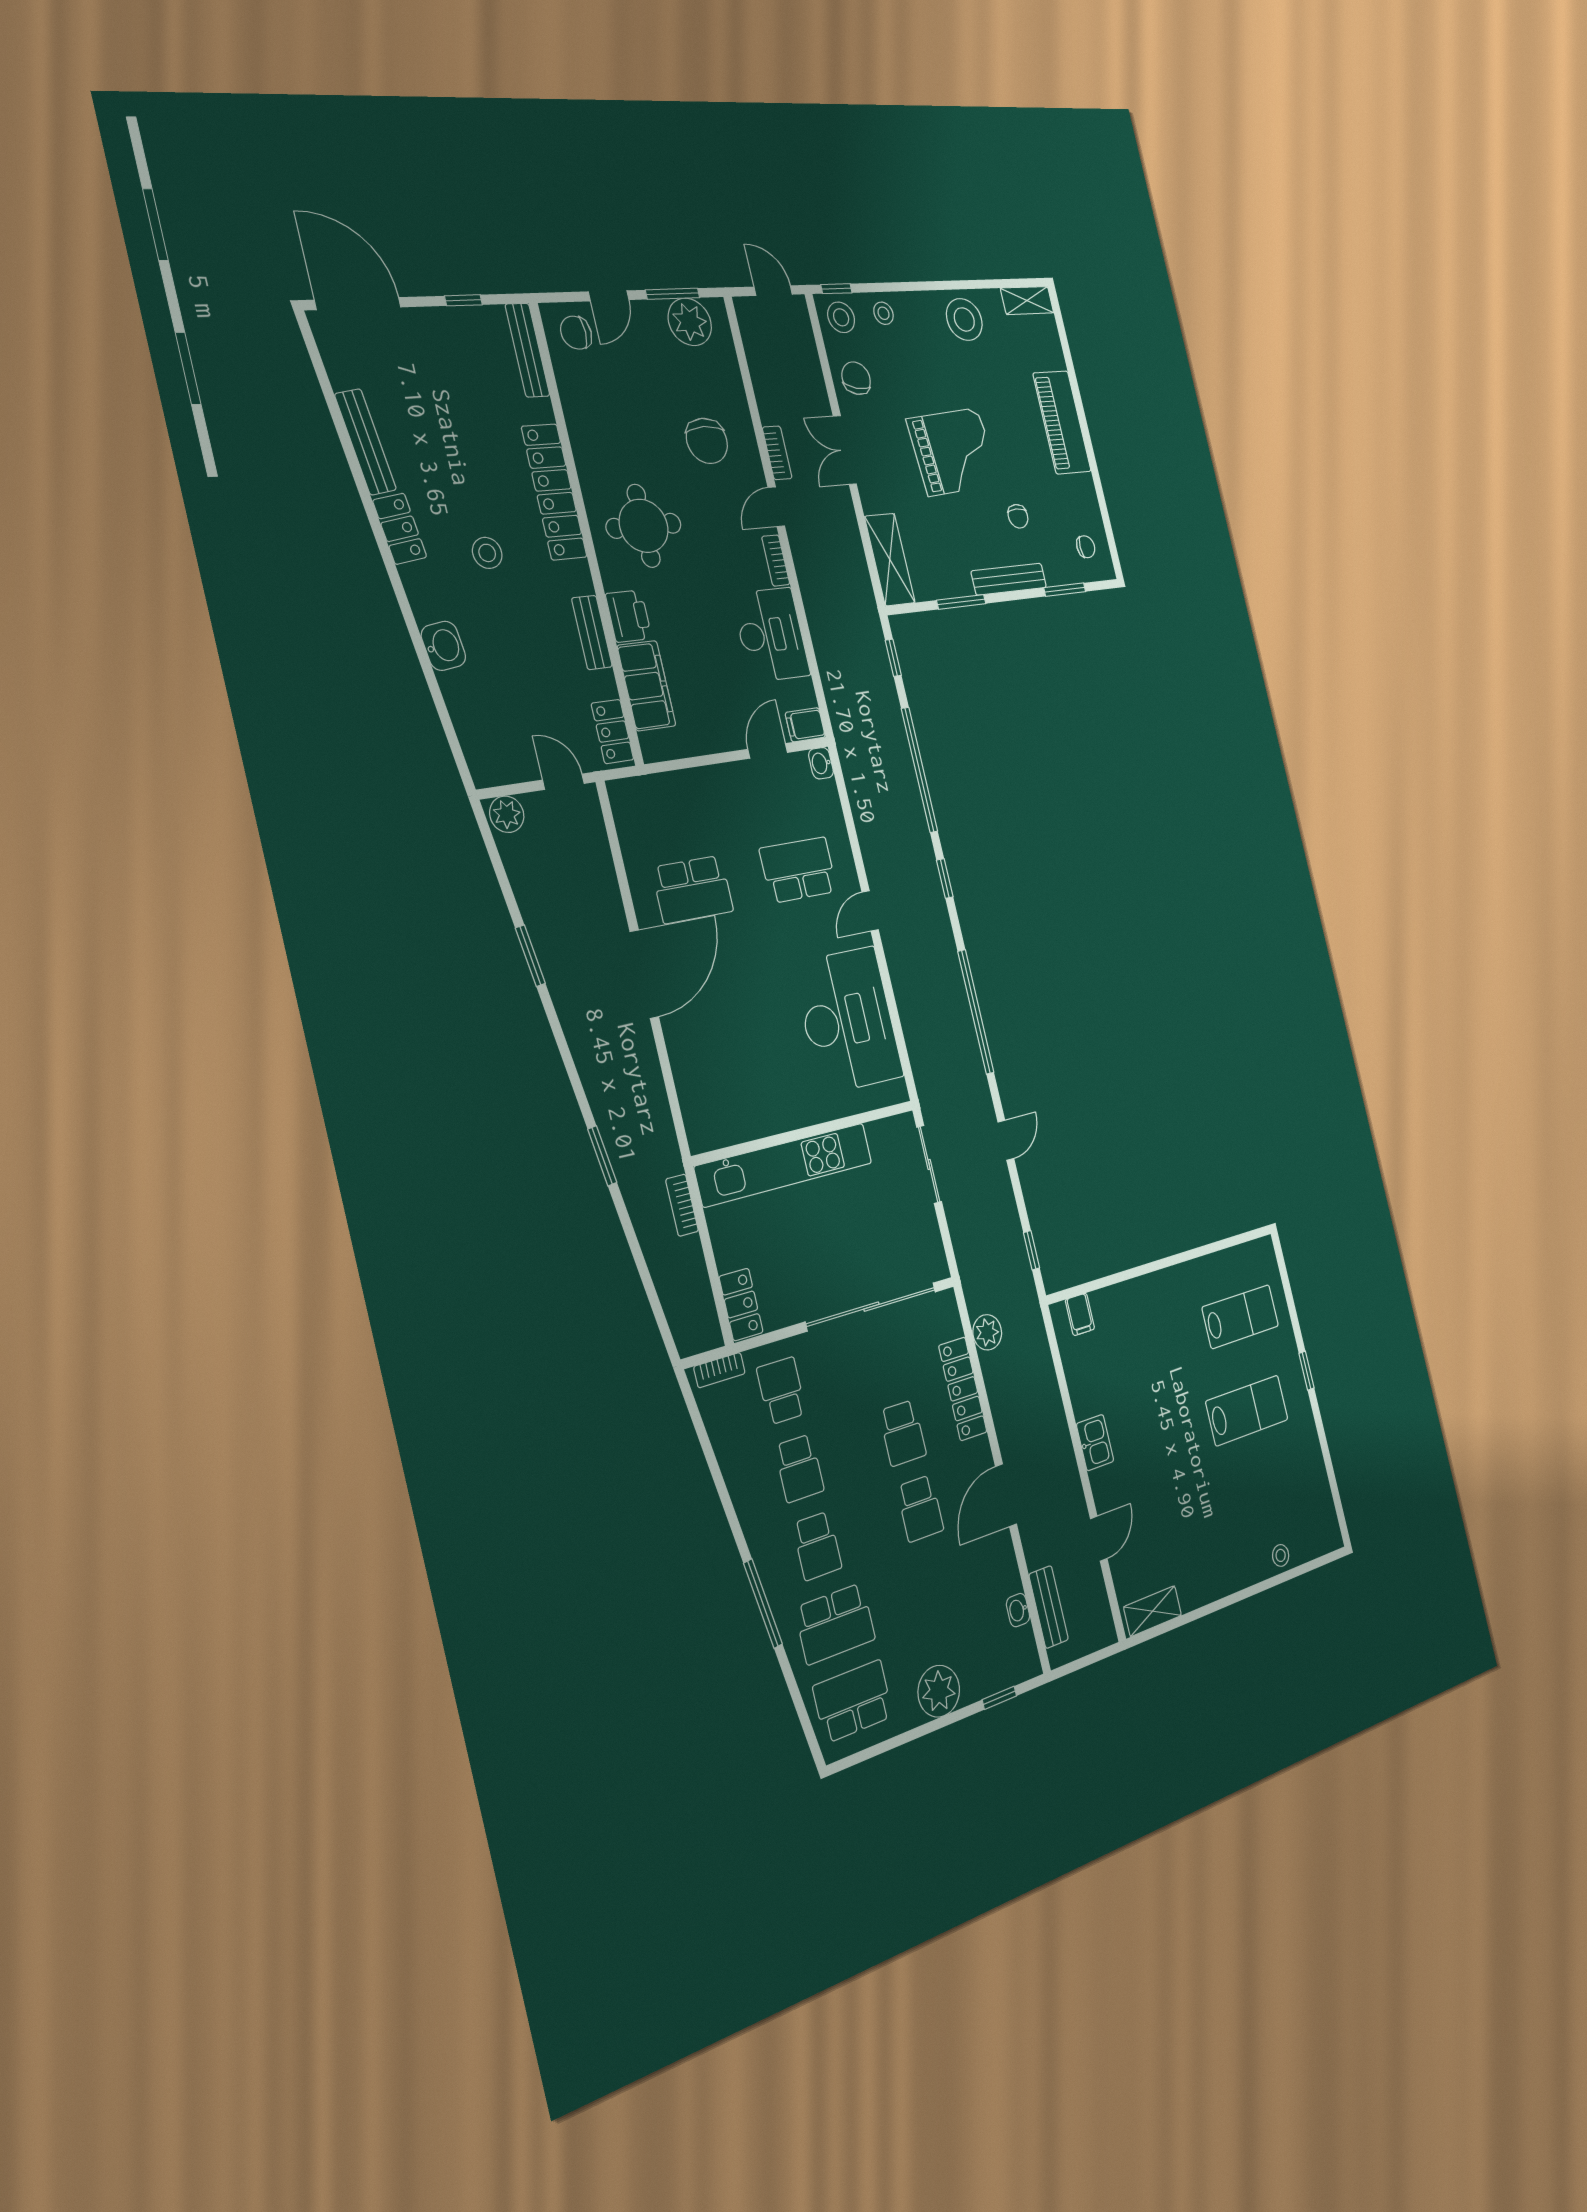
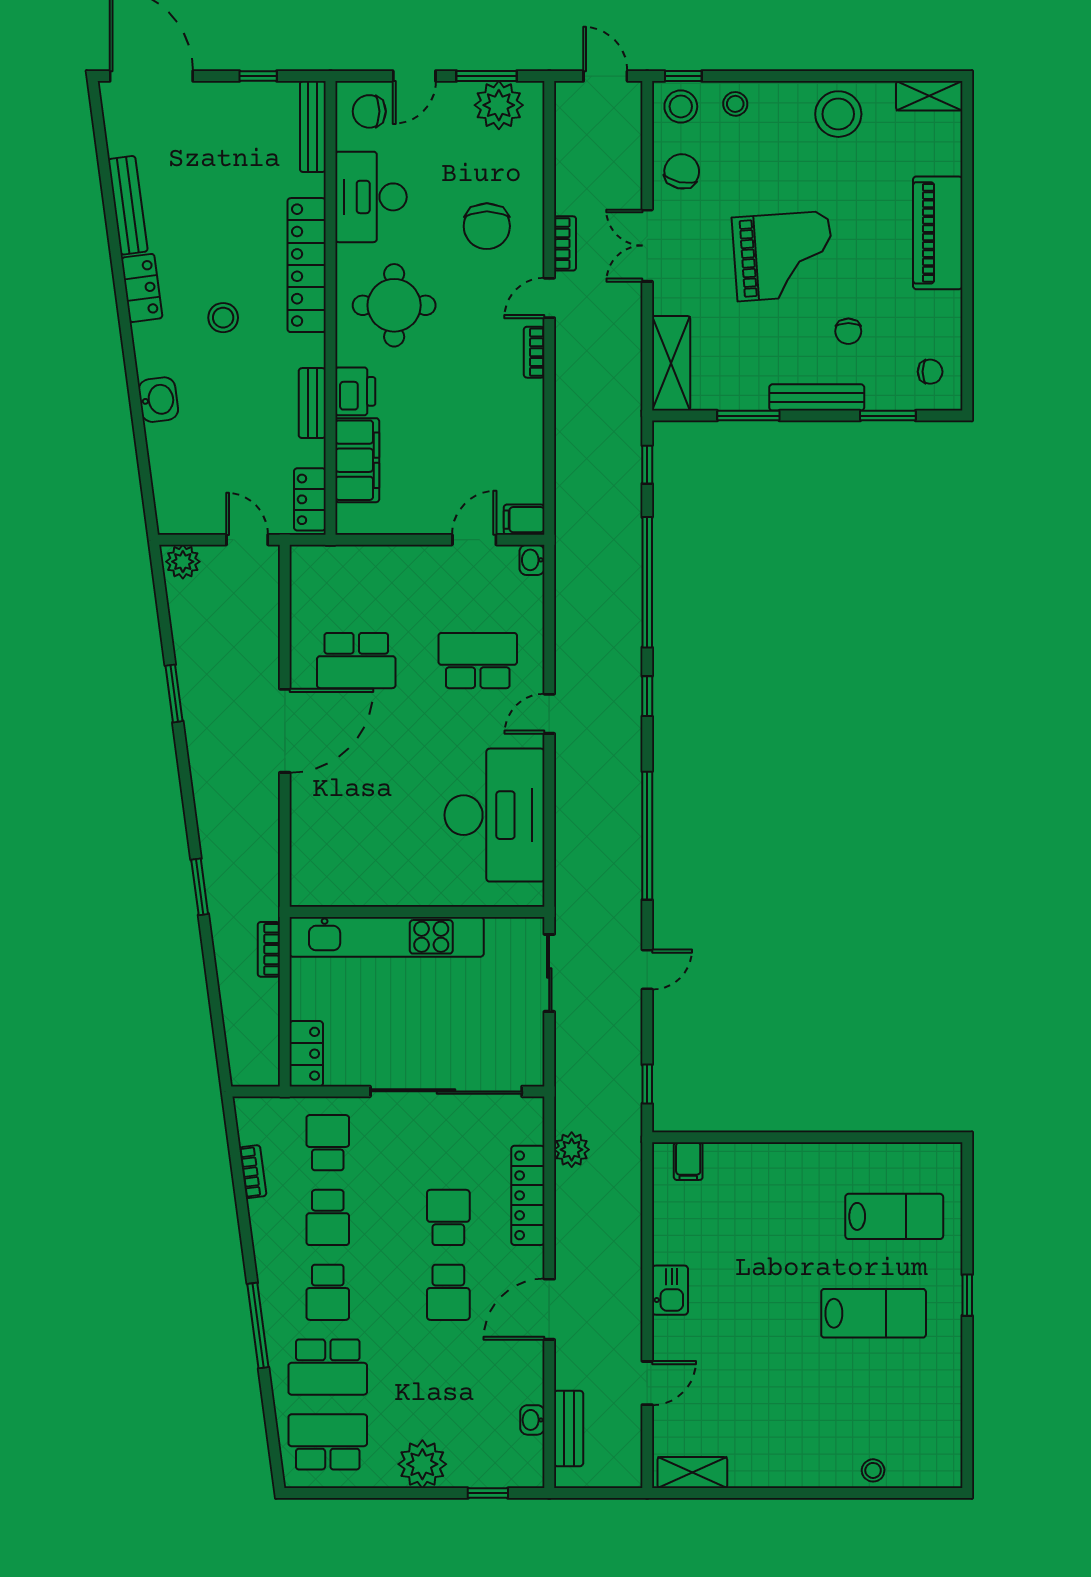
desk: (771, 635) -> (371, 197), moved, turned 180
bookcase: (719, 1370) -> (253, 1172), moved, turned -98
school desk: (903, 1433) -> (448, 1217), turned 180

